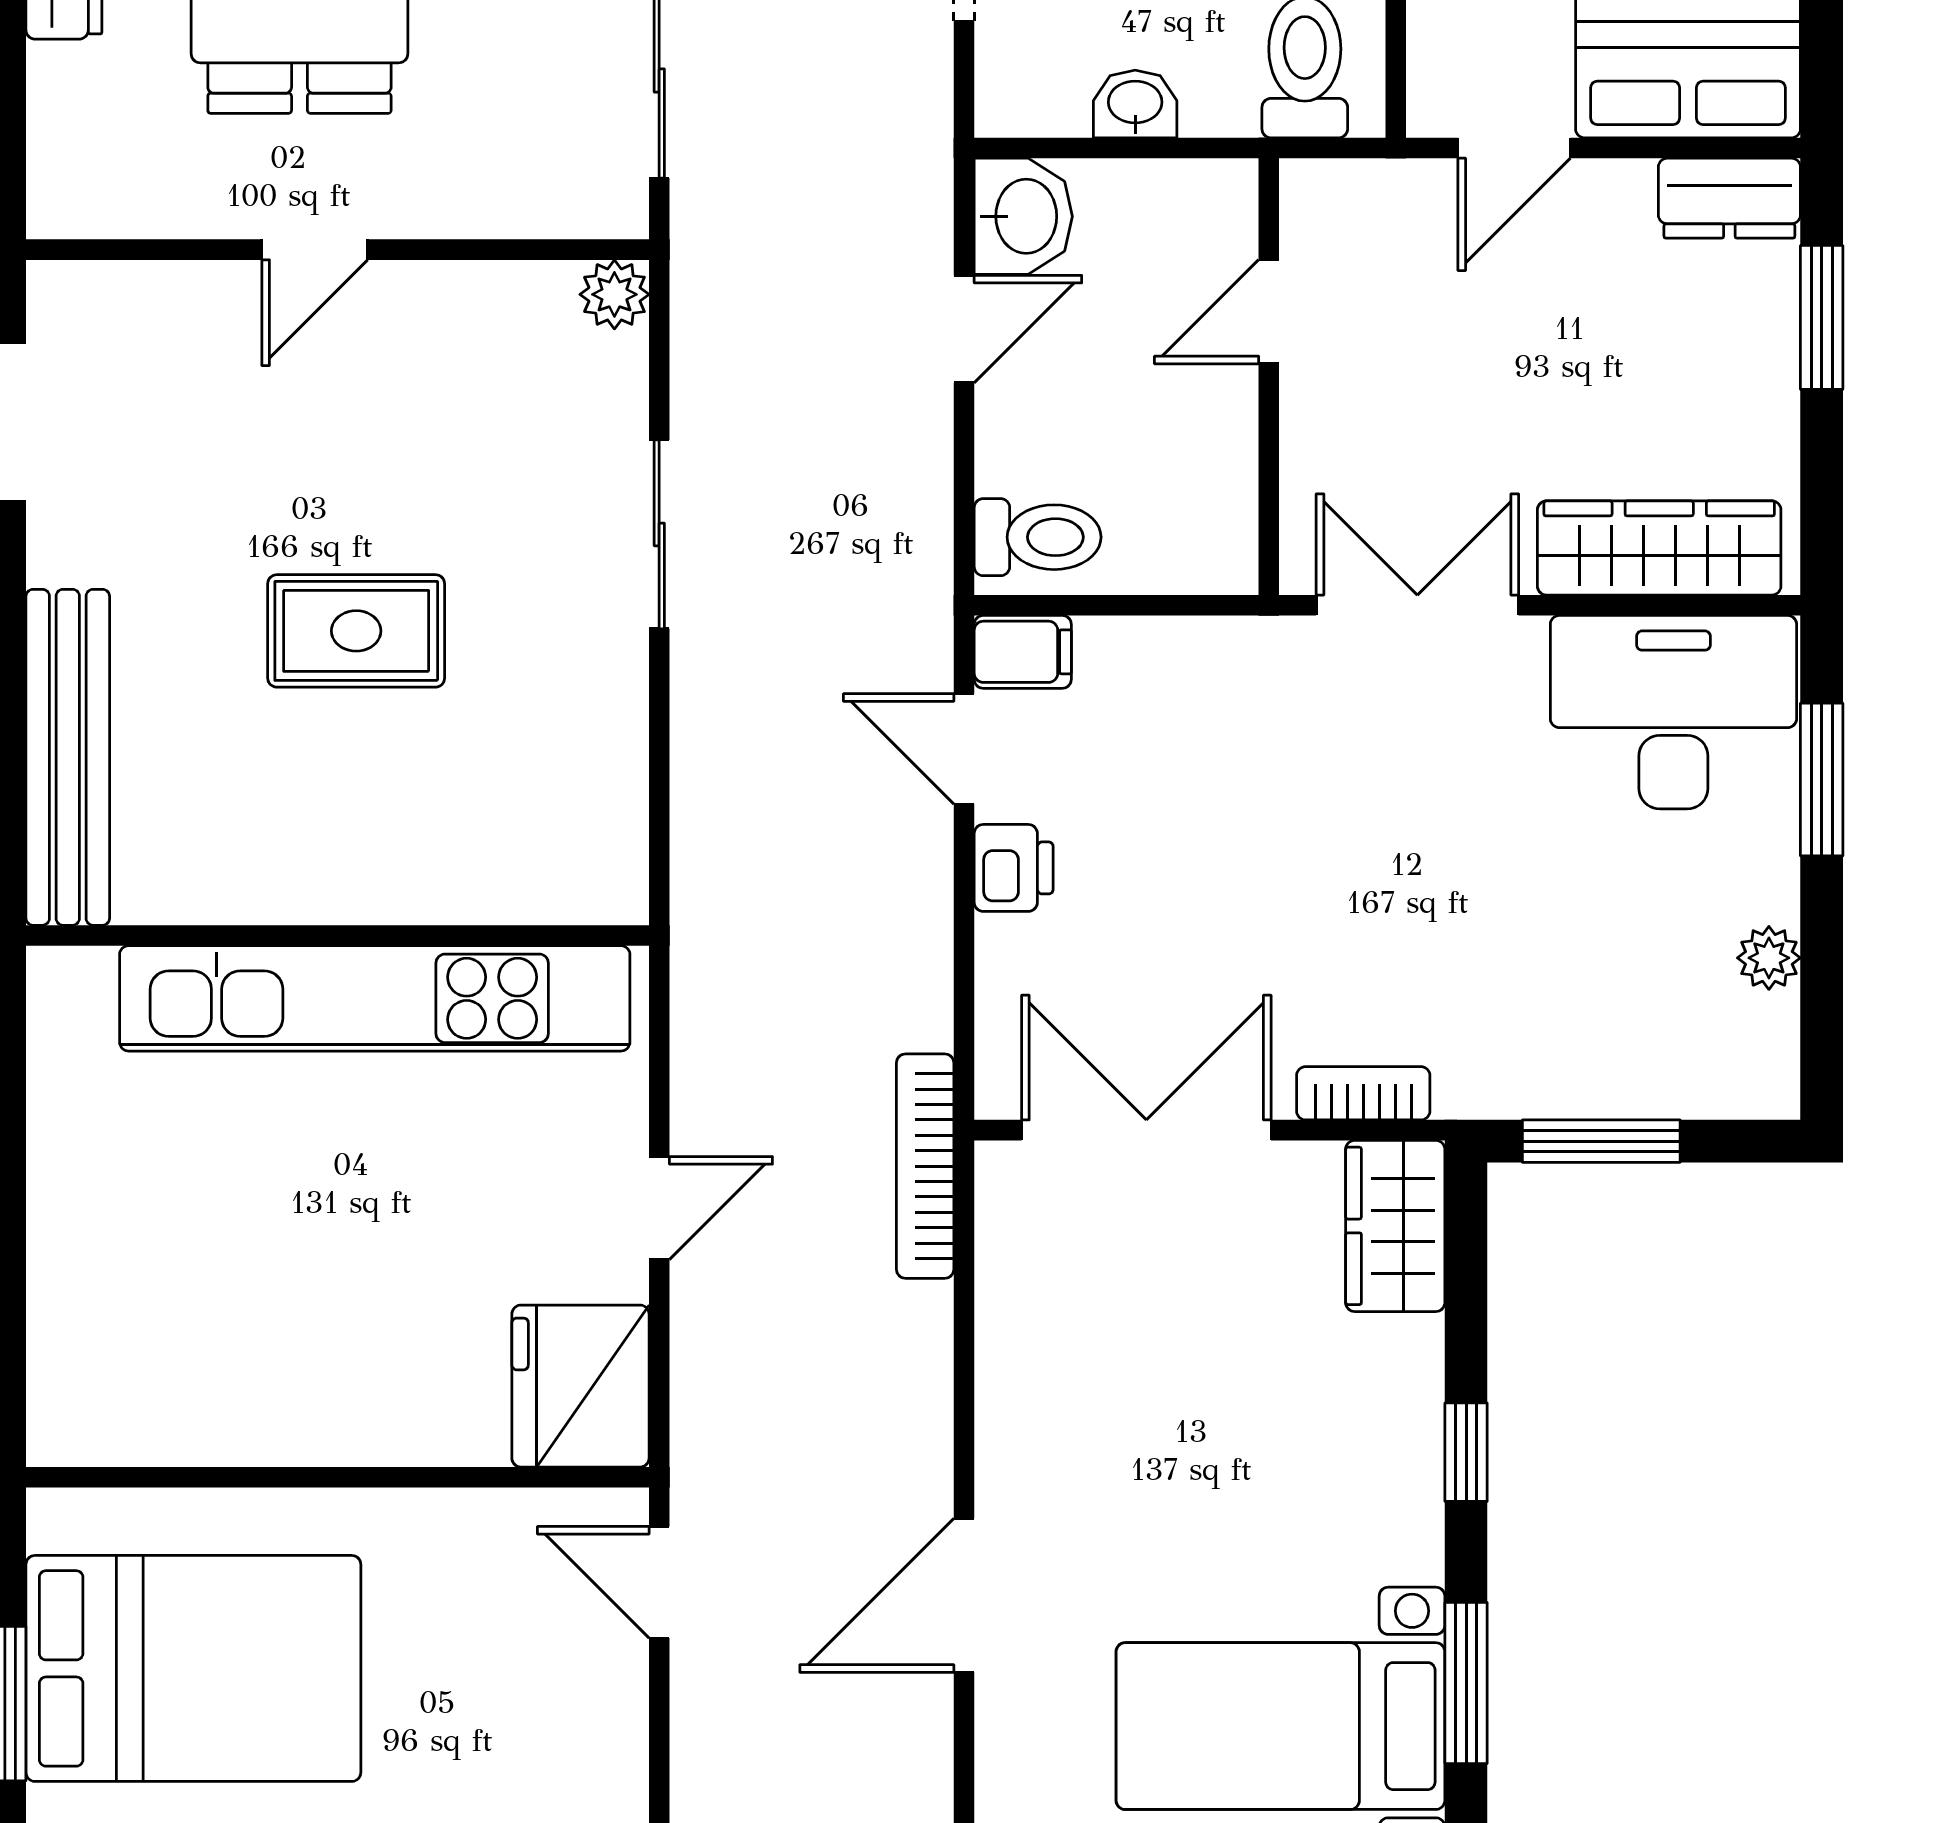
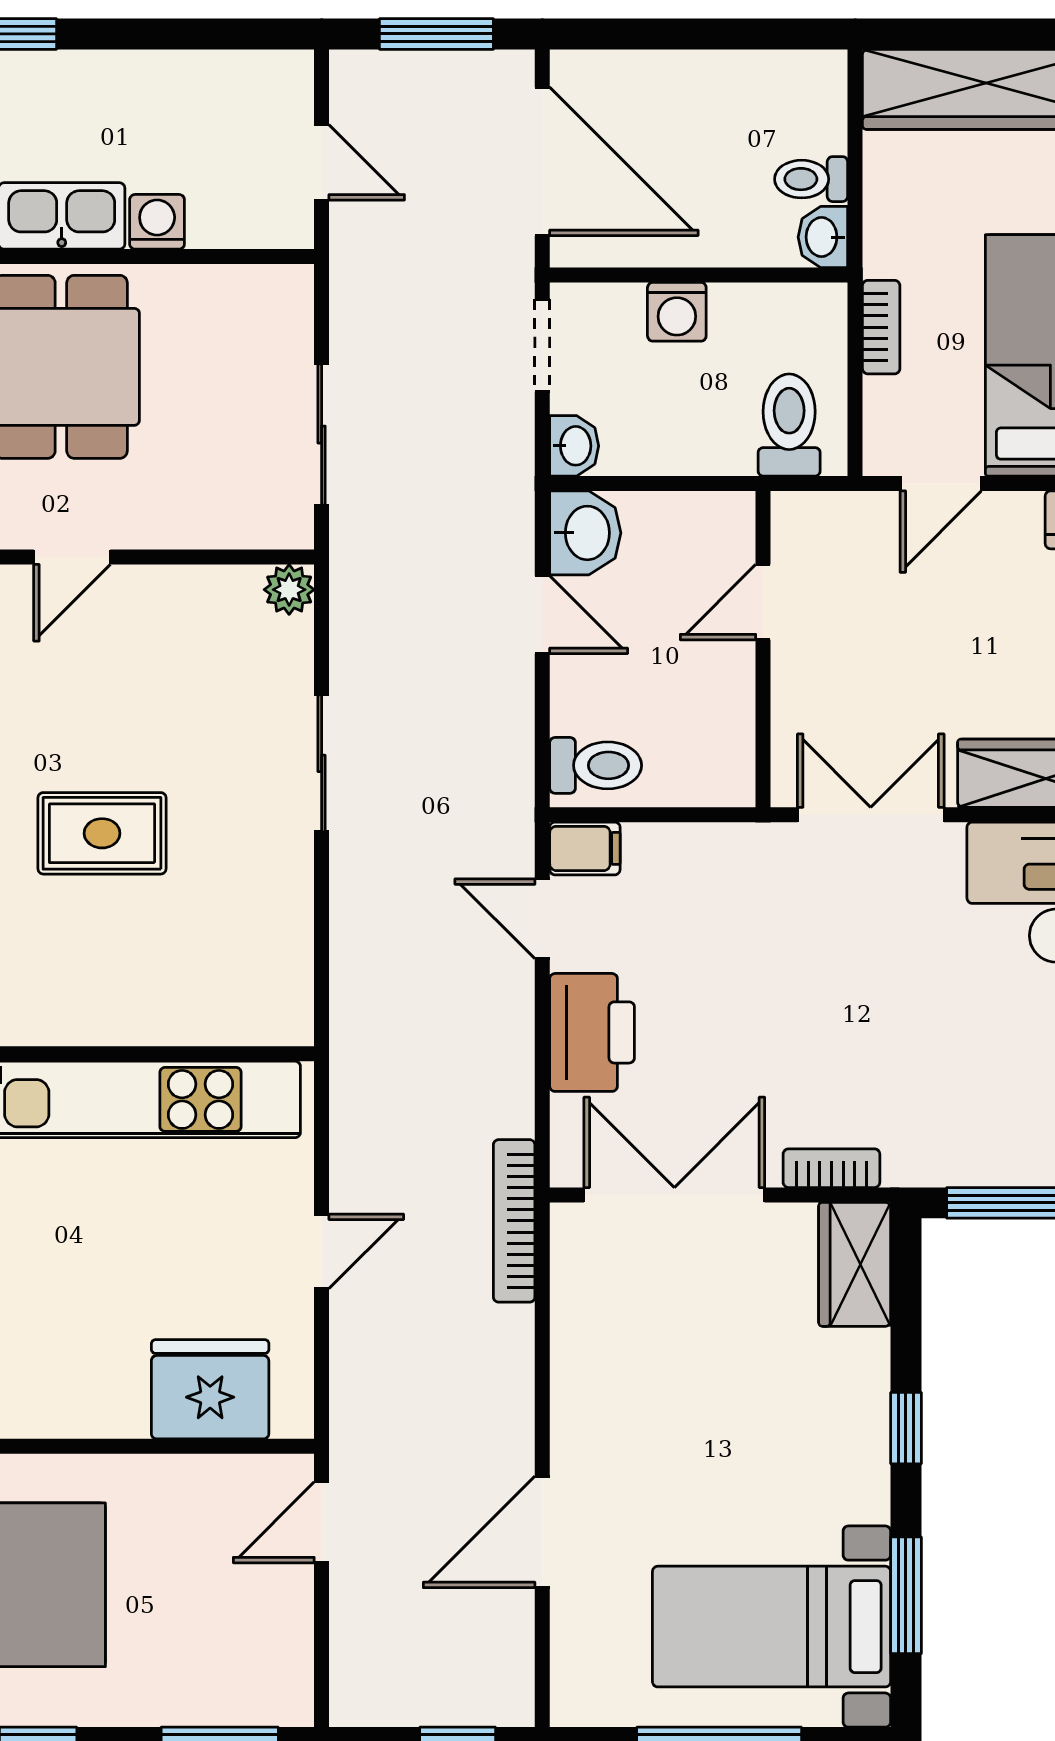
washbasin: (1135, 104) -> (574, 446), moved, turned 90
door: (964, 329) -> (542, 615), hinge flipped
printer: (1014, 868) -> (592, 1032), width x1.87, depth x1.48
fridge: (580, 1386) -> (210, 1389), moved, turned 90
door: (659, 1582) -> (322, 1522), hinge flipped

